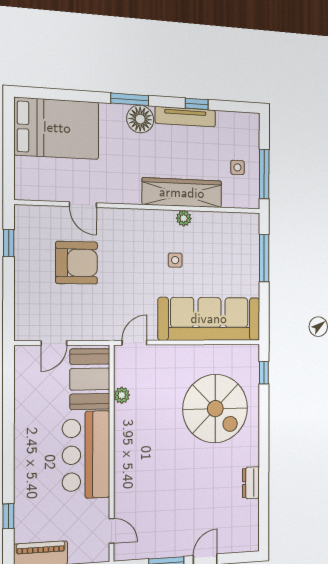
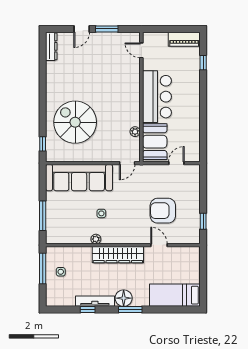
bed: (57, 128) -> (175, 295), width x0.67
wardrobe: (182, 193) -> (118, 255), moved
dresser: (251, 483) -> (51, 46), moved, width x1.44

